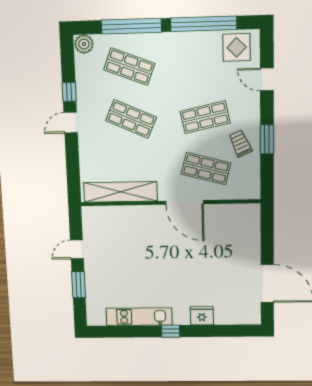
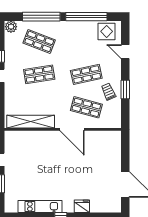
shop shelf: (131, 119) -> (39, 74), turned -33

